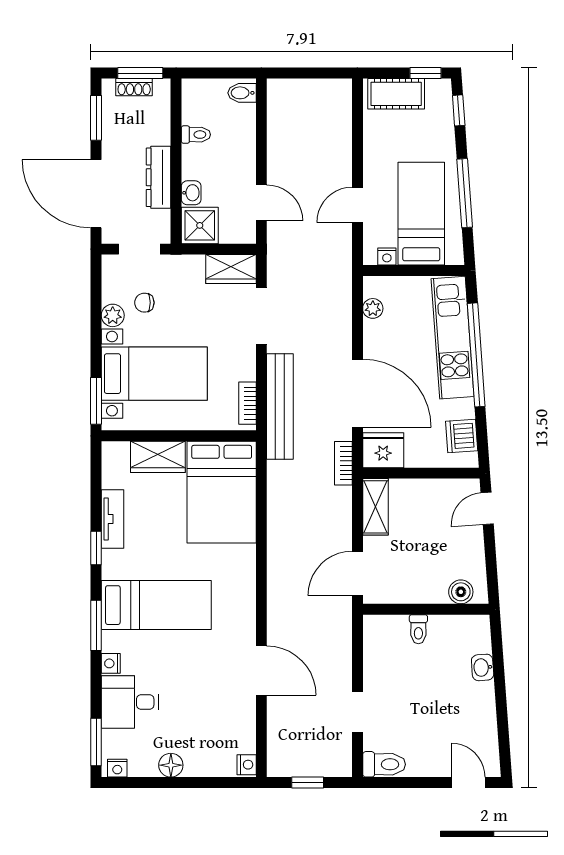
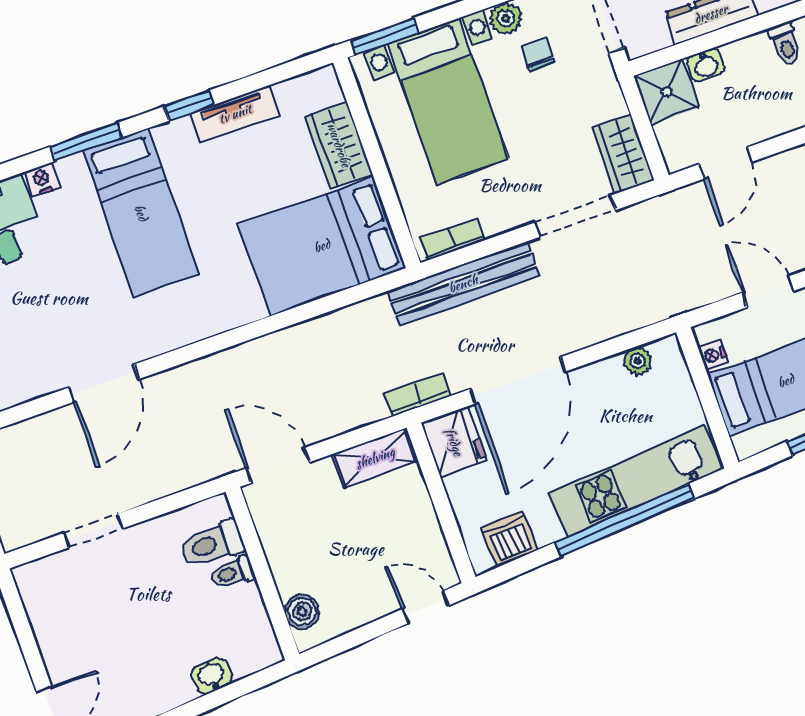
toilet: (384, 764) -> (212, 544), moved, turned 90

